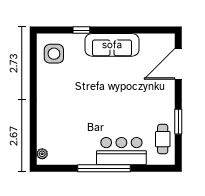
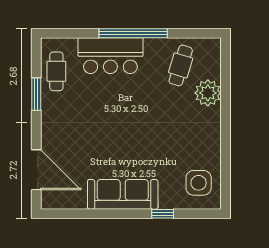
door: (178, 64) -> (36, 170), hinge flipped
cafe table: (68, 144) -> (181, 65), added
plant: (42, 154) -> (208, 93), moved, width x1.88, depth x1.88

